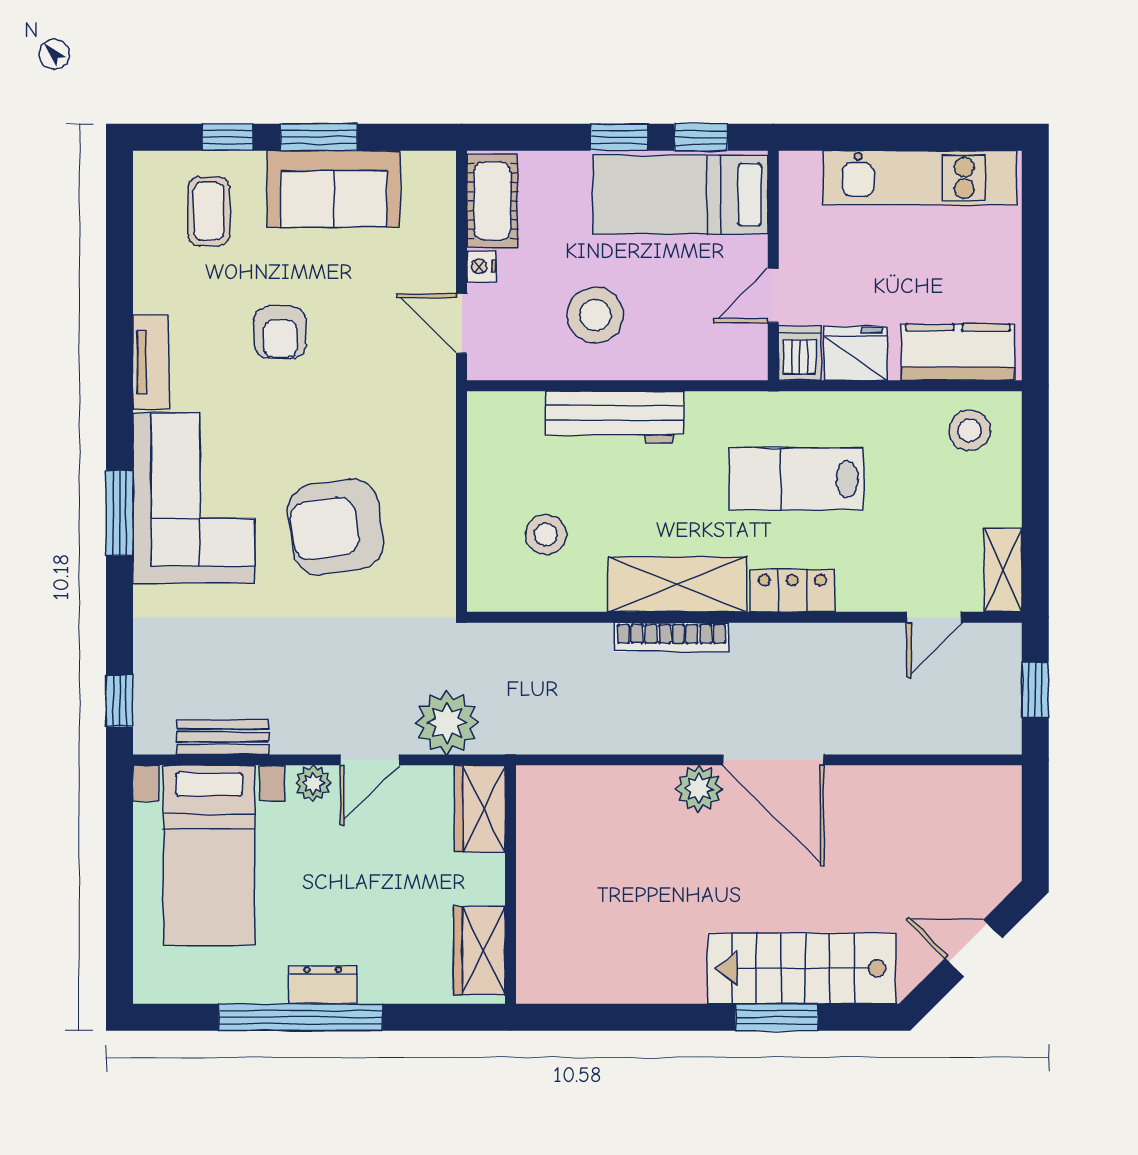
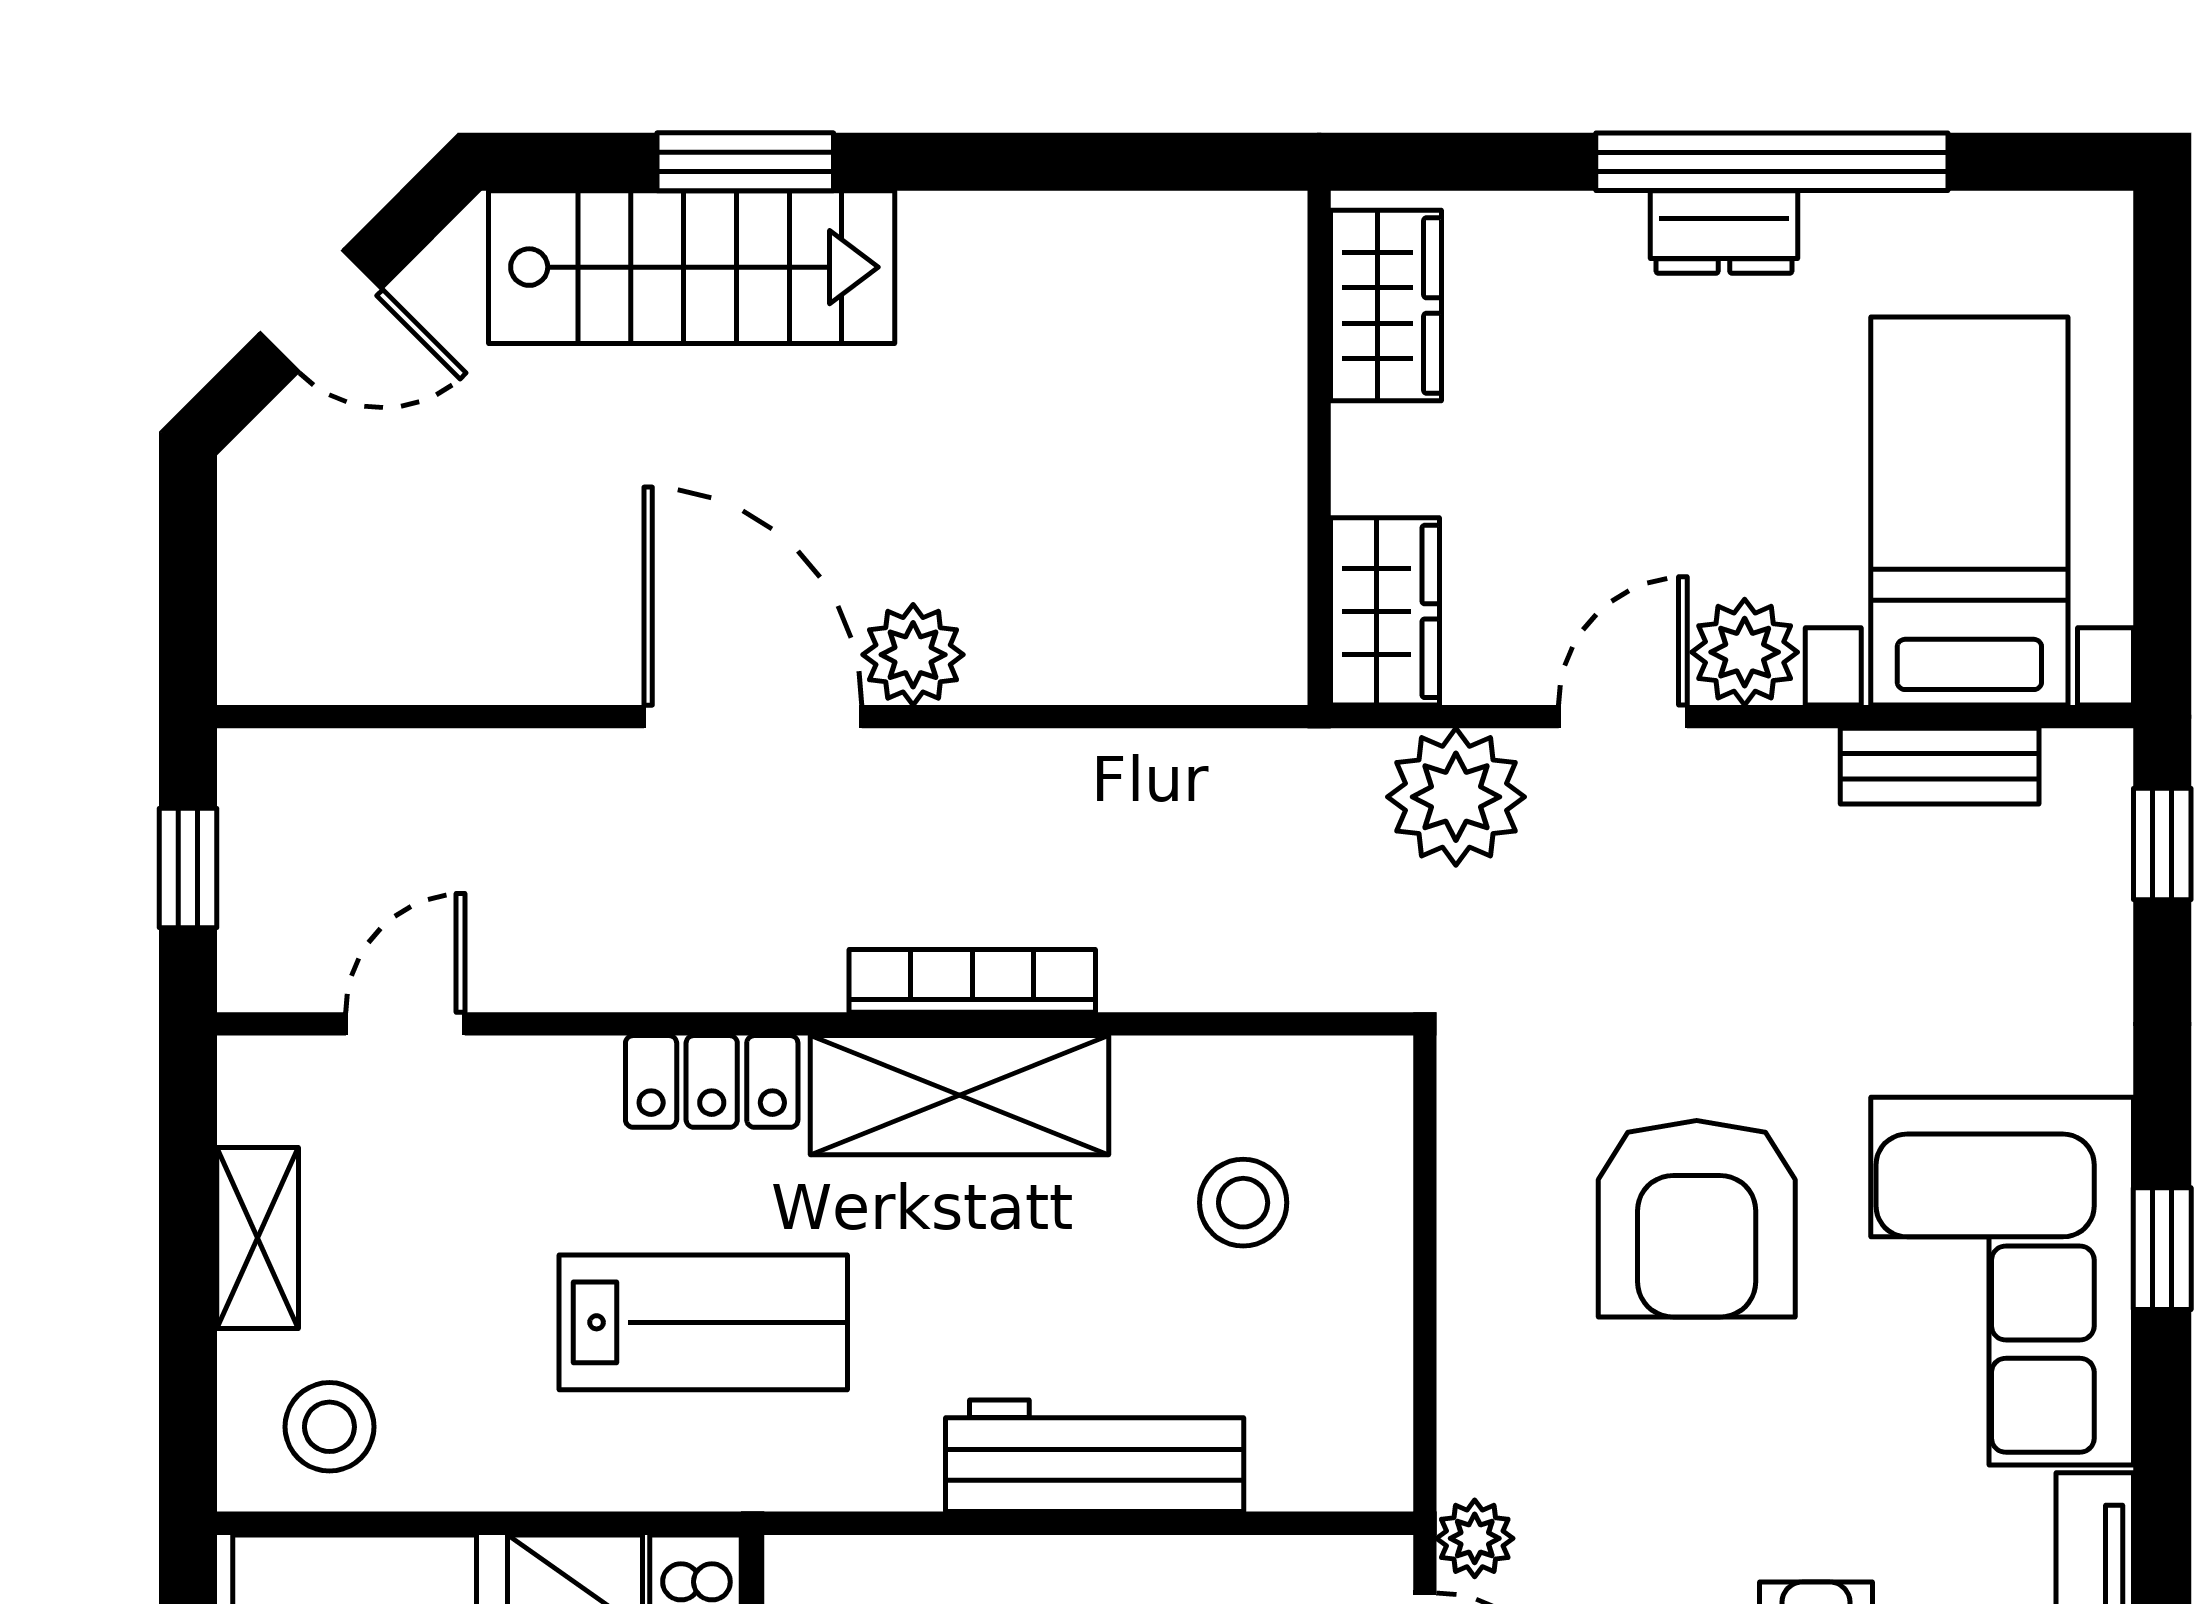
plant: (438, 379) -> (1475, 1538), added
window: (119, 513) -> (2162, 1249), width x0.67
armchair: (335, 527) -> (1697, 1219), turned 98
shelving: (1003, 570) -> (258, 1238), moved
plant: (313, 783) -> (1745, 652), width x1.38, depth x1.38

